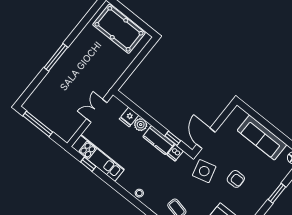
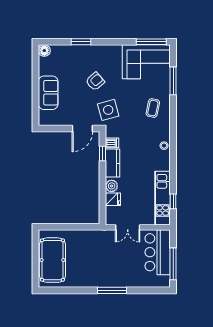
bar counter: (57, 119) -> (158, 252), added
sofa: (262, 138) -> (48, 93), width x0.73
armchair: (236, 179) -> (95, 81), turned 49

